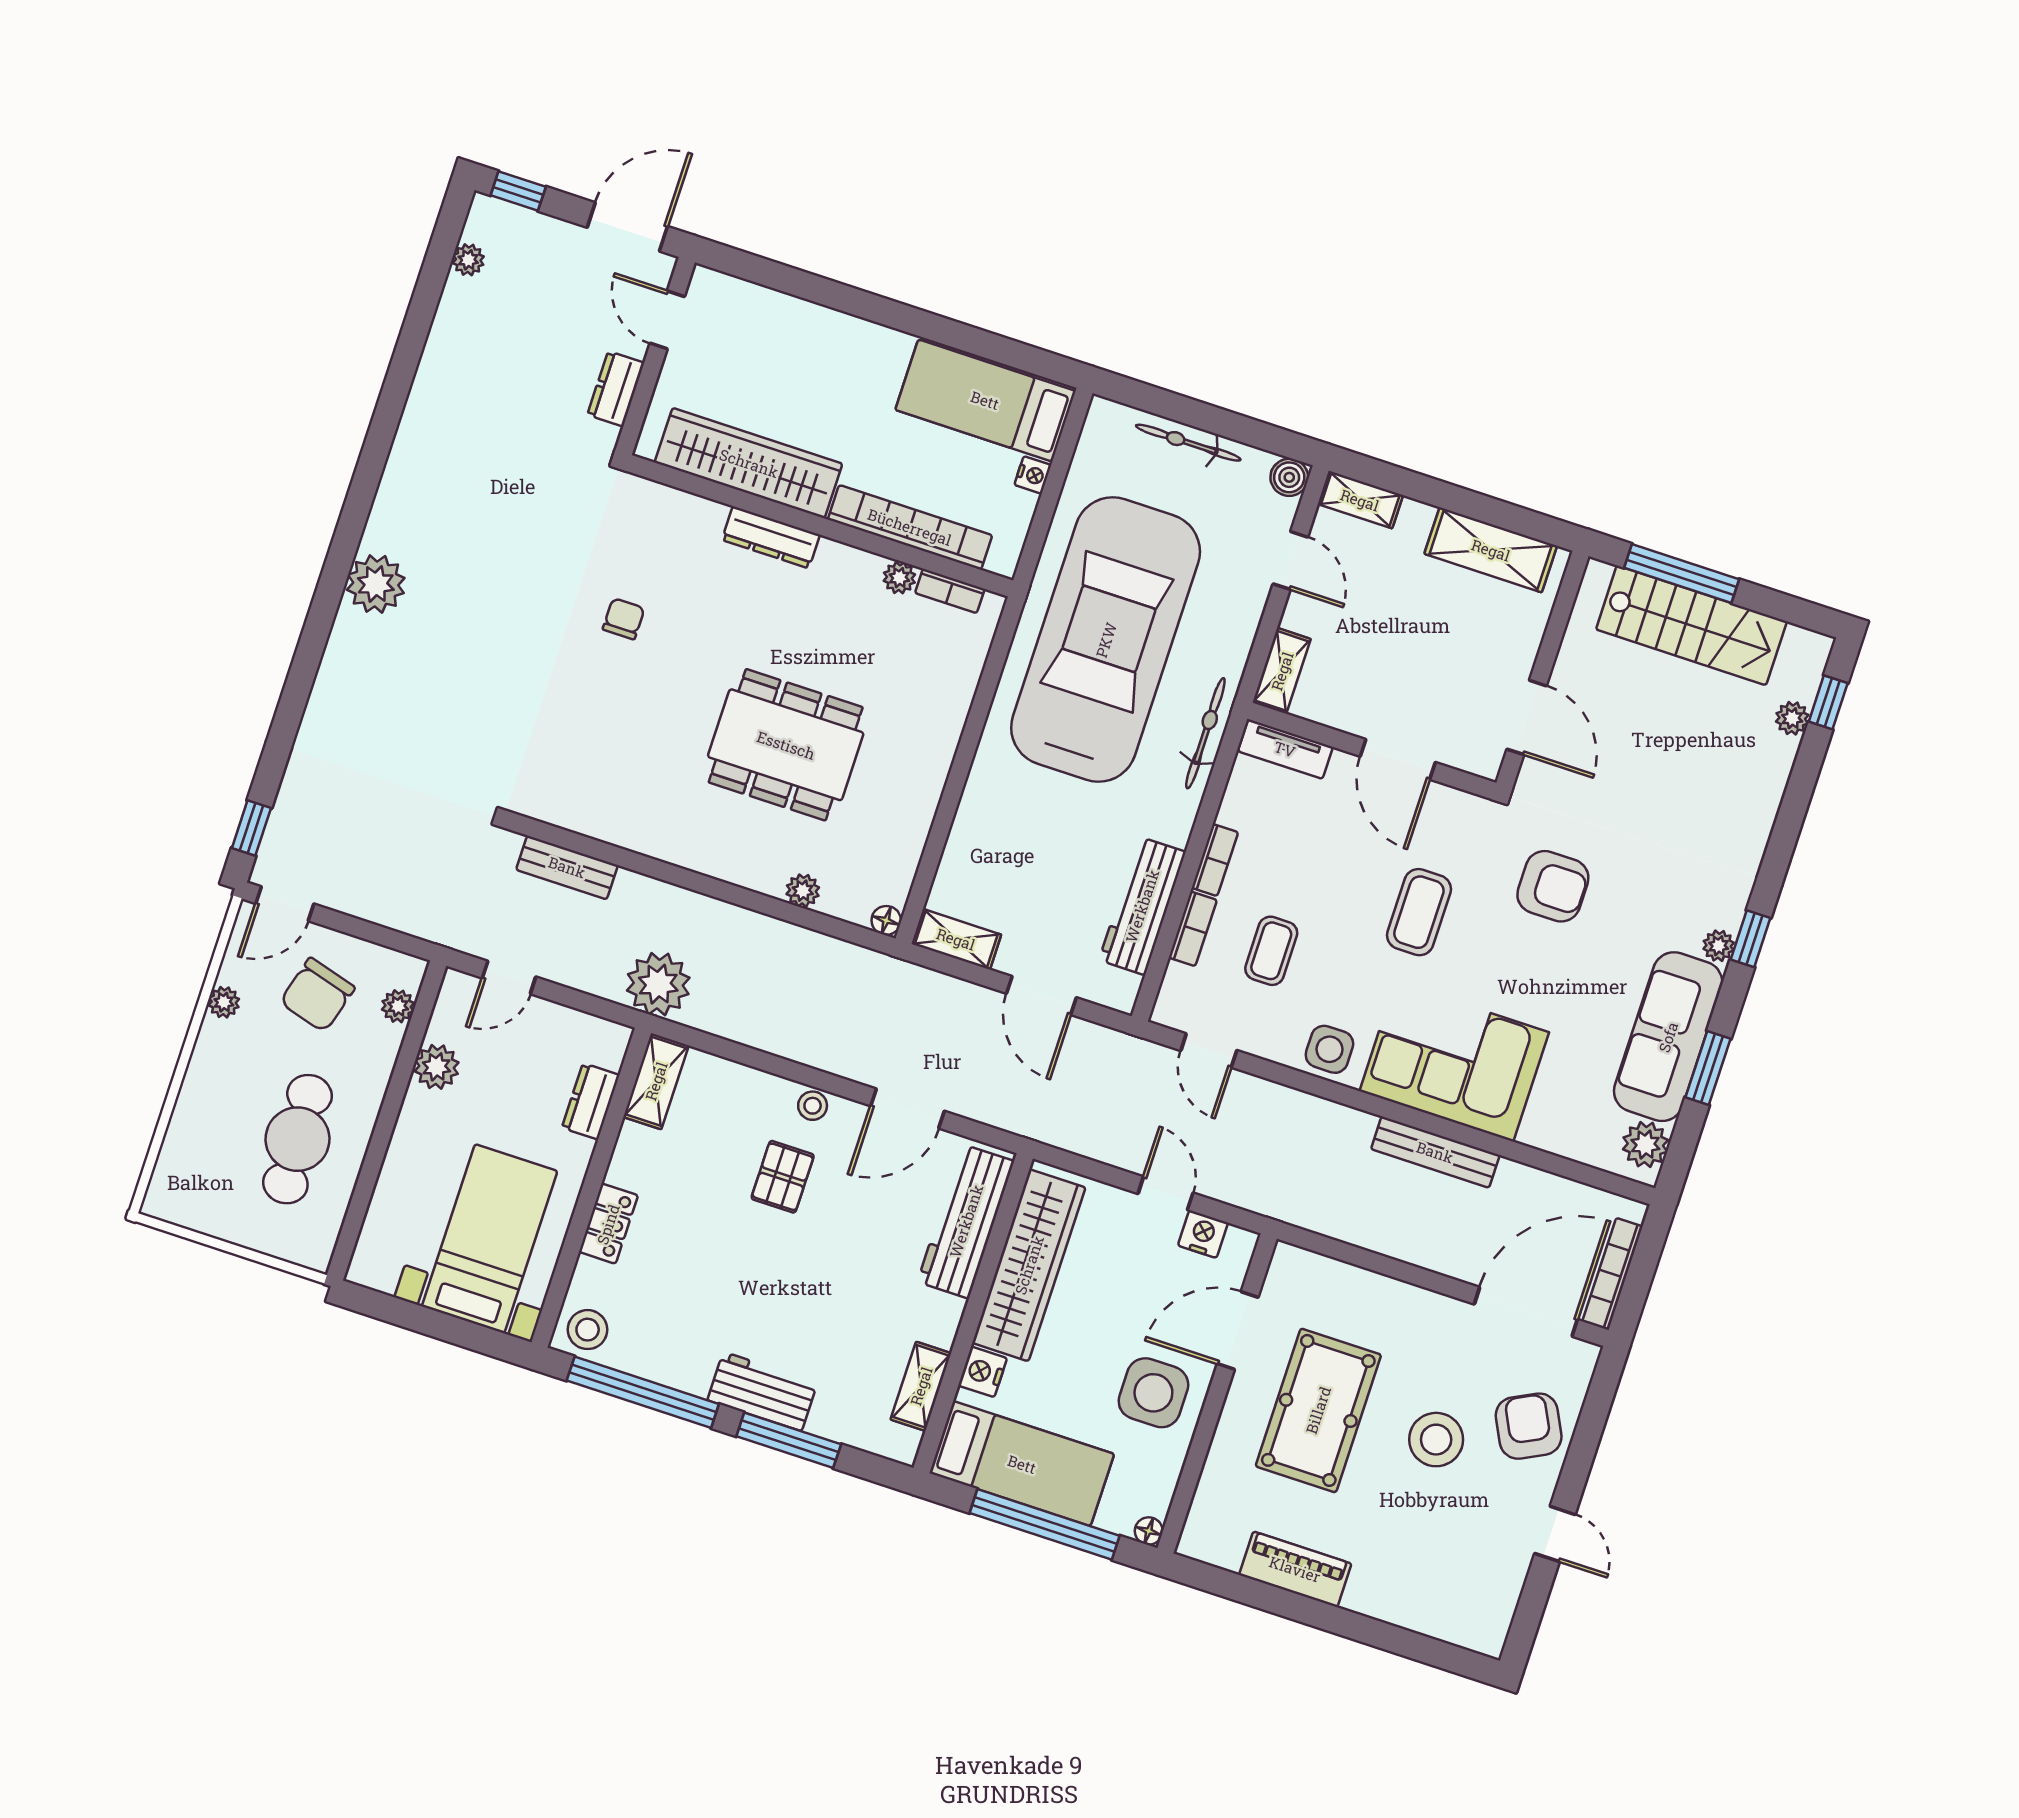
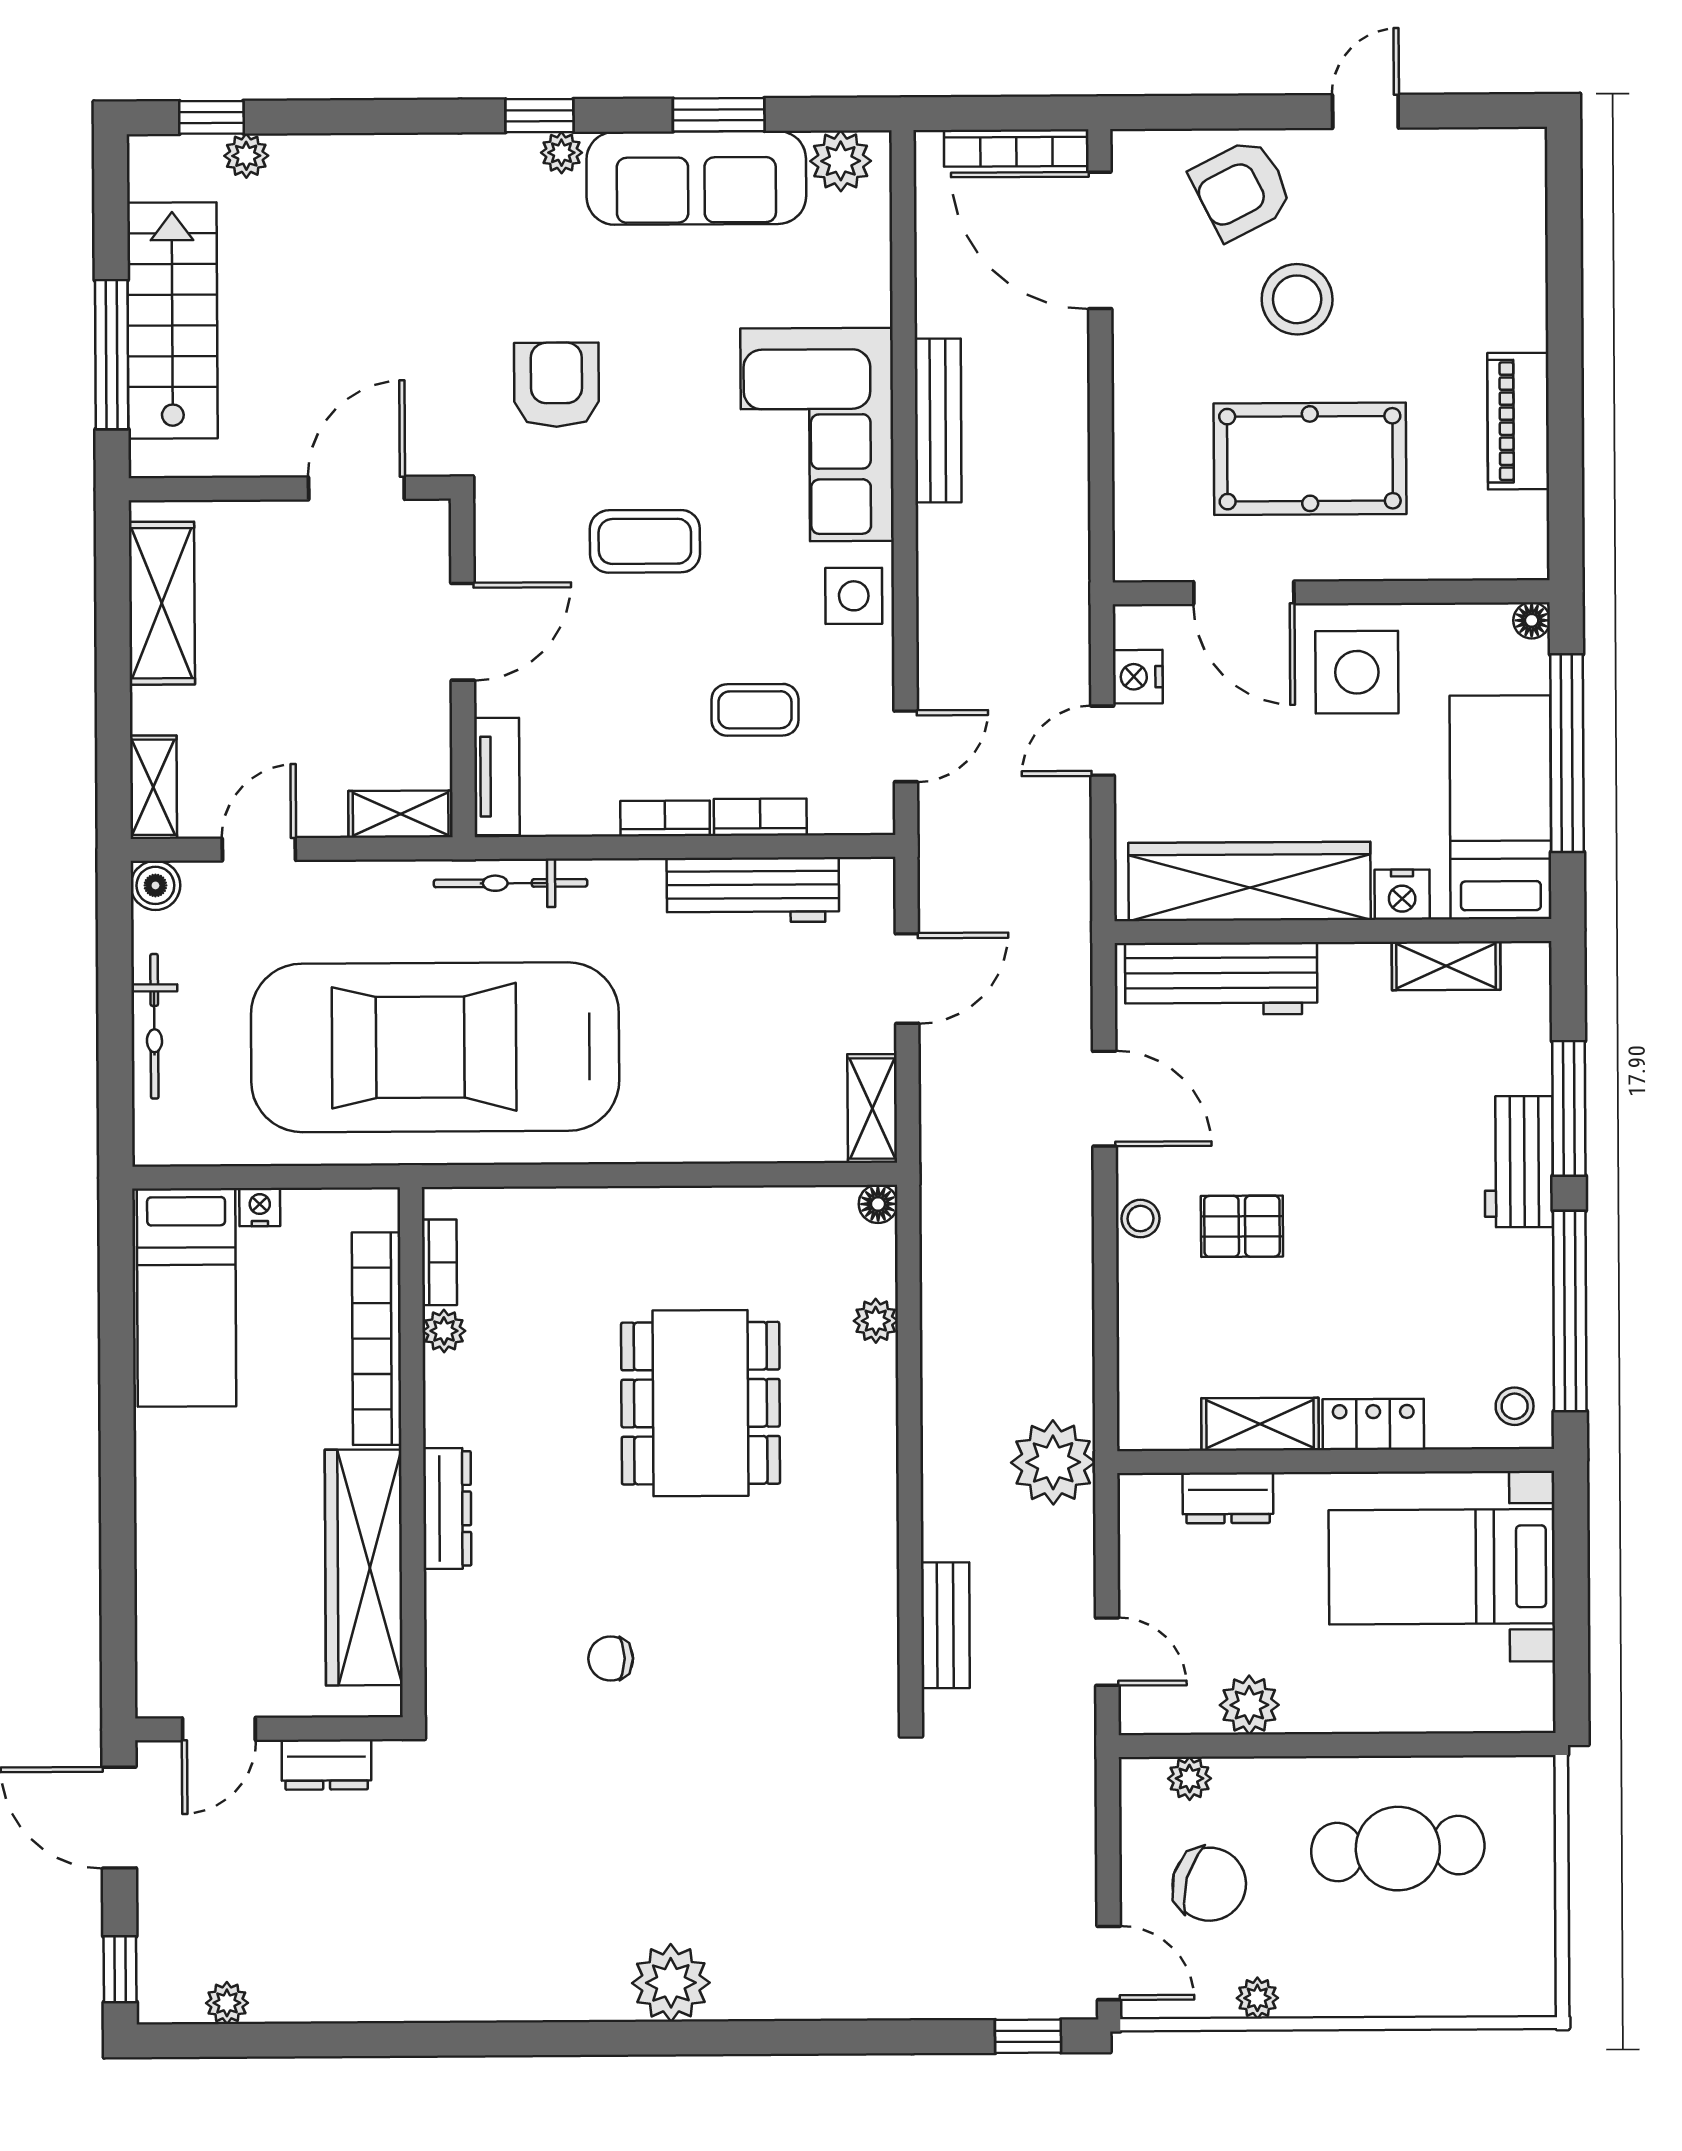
shelving: (656, 1081) -> (1260, 1424), moved
stool: (588, 1330) -> (1515, 1406), width x0.73, depth x0.73

